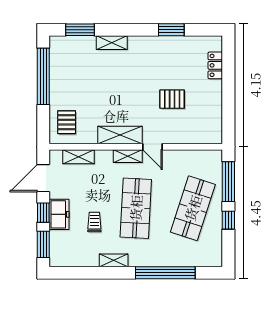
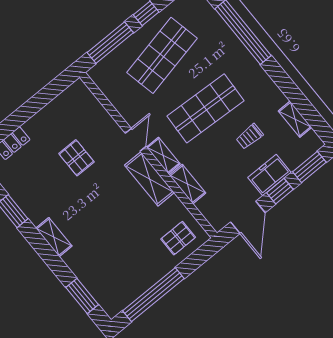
shelving: (112, 43) -> (54, 237), moved
shelving: (79, 157) -> (187, 184), moved
door: (43, 178) -> (248, 217), hinge flipped
shop shelf: (193, 208) -> (162, 55), turned -30
shelving: (114, 260) -> (295, 119), moved

